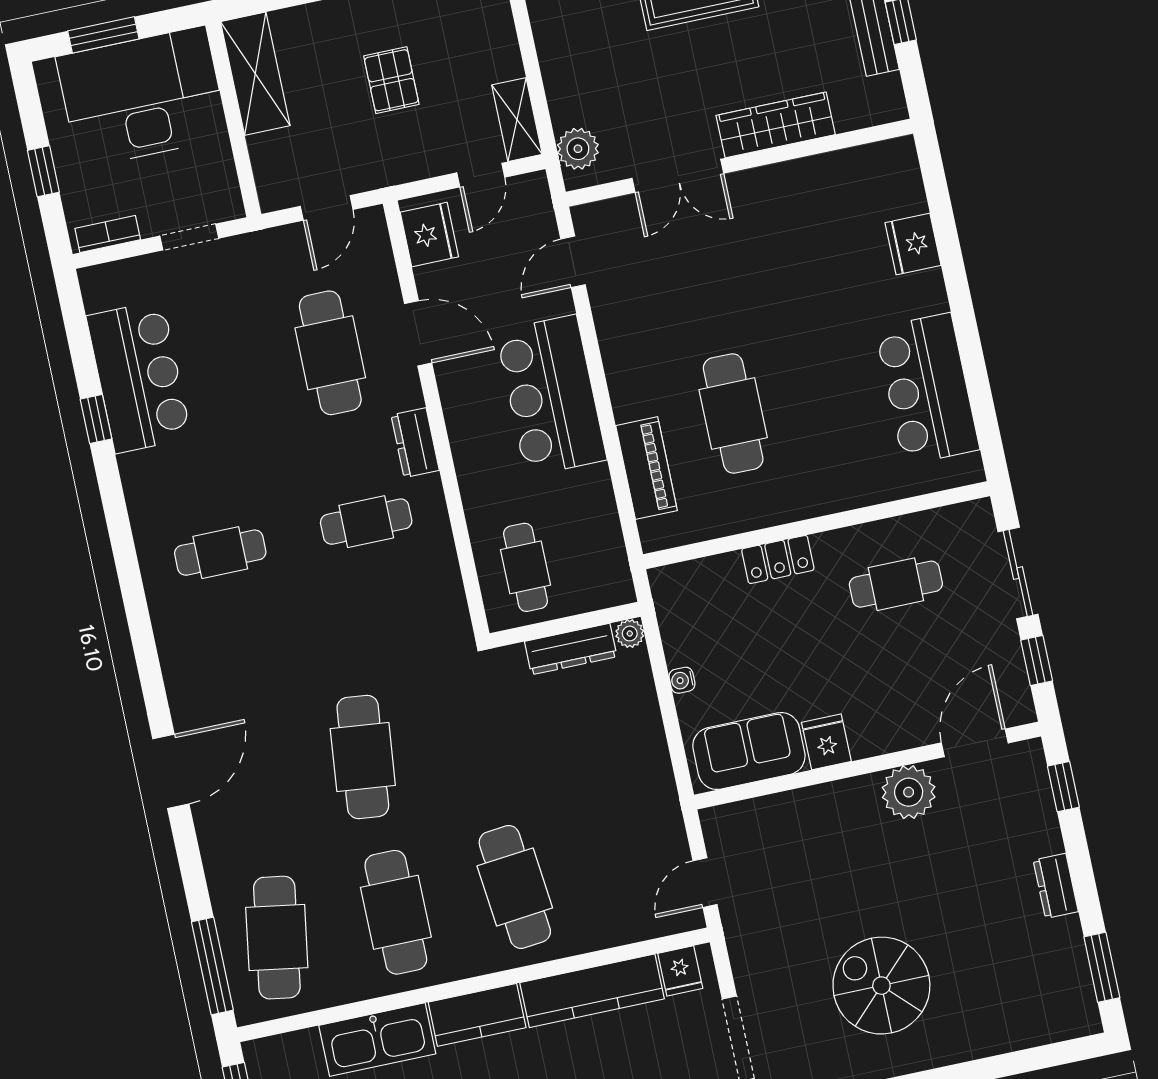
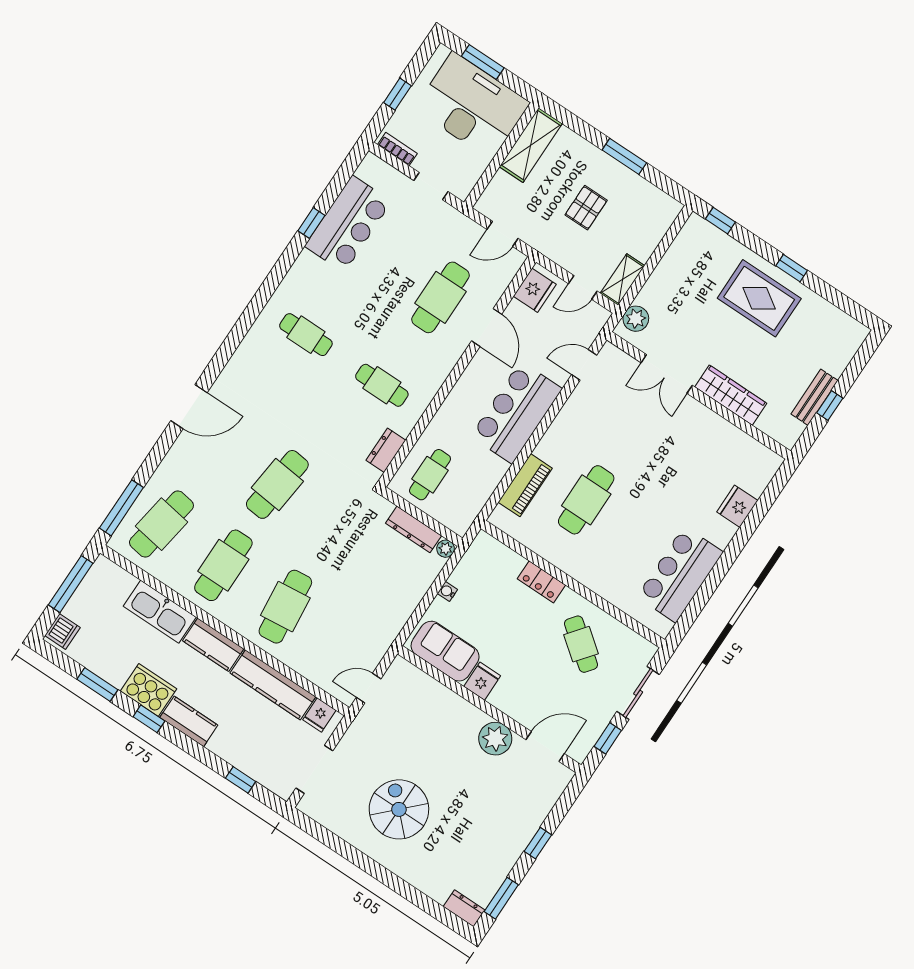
dresser: (415, 443) -> (386, 450), moved
cafe table: (896, 584) -> (581, 644), turned 38
window: (1063, 787) -> (538, 843), moved
dresser: (1056, 886) -> (464, 908), moved, turned 90

